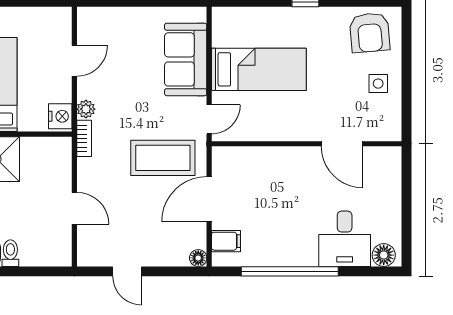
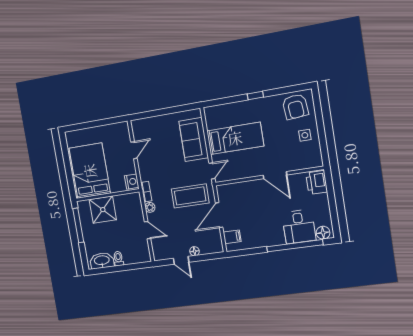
plant: (86, 109) -> (150, 207), moved
door: (342, 144) -> (275, 175), moved
printer: (386, 167) -> (317, 182), added
floor lamp: (198, 258) -> (194, 251), moved
window: (290, 271) -> (295, 246), moved

